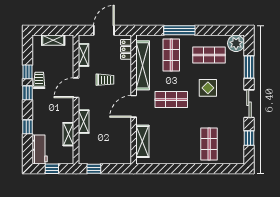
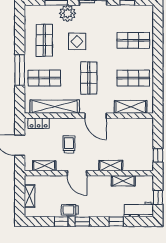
plant: (236, 43) -> (68, 13), moved
shop shelf: (171, 144) -> (133, 78), added

